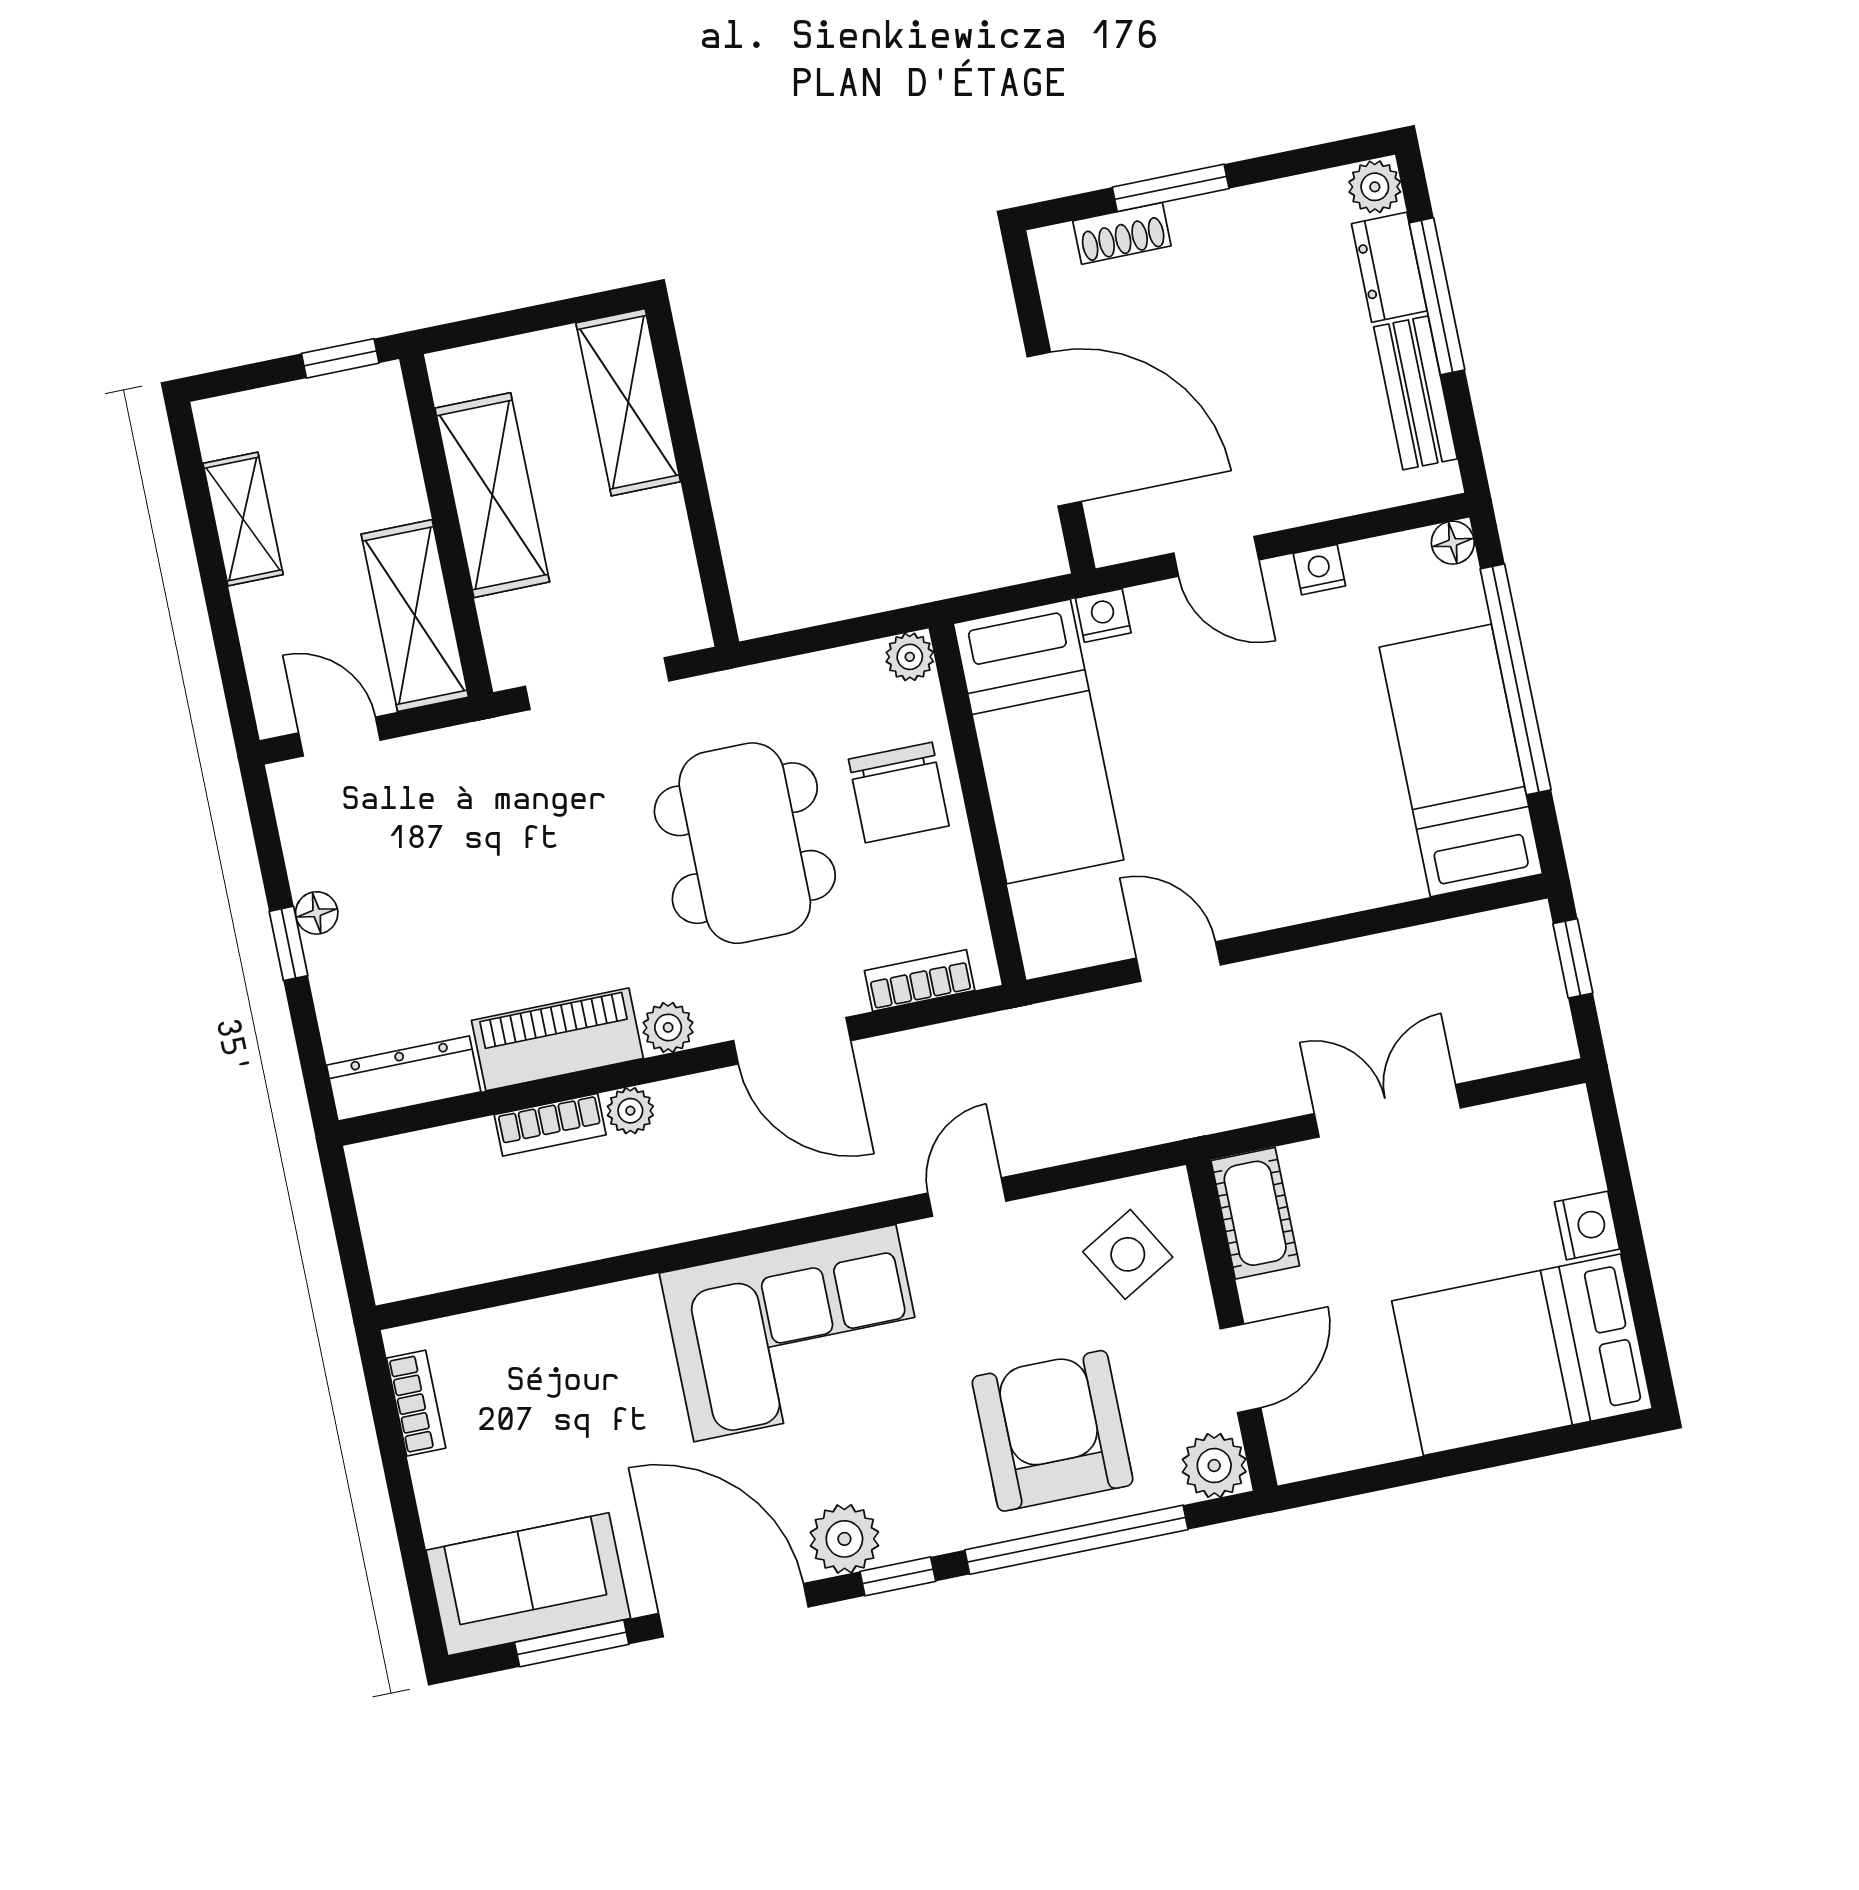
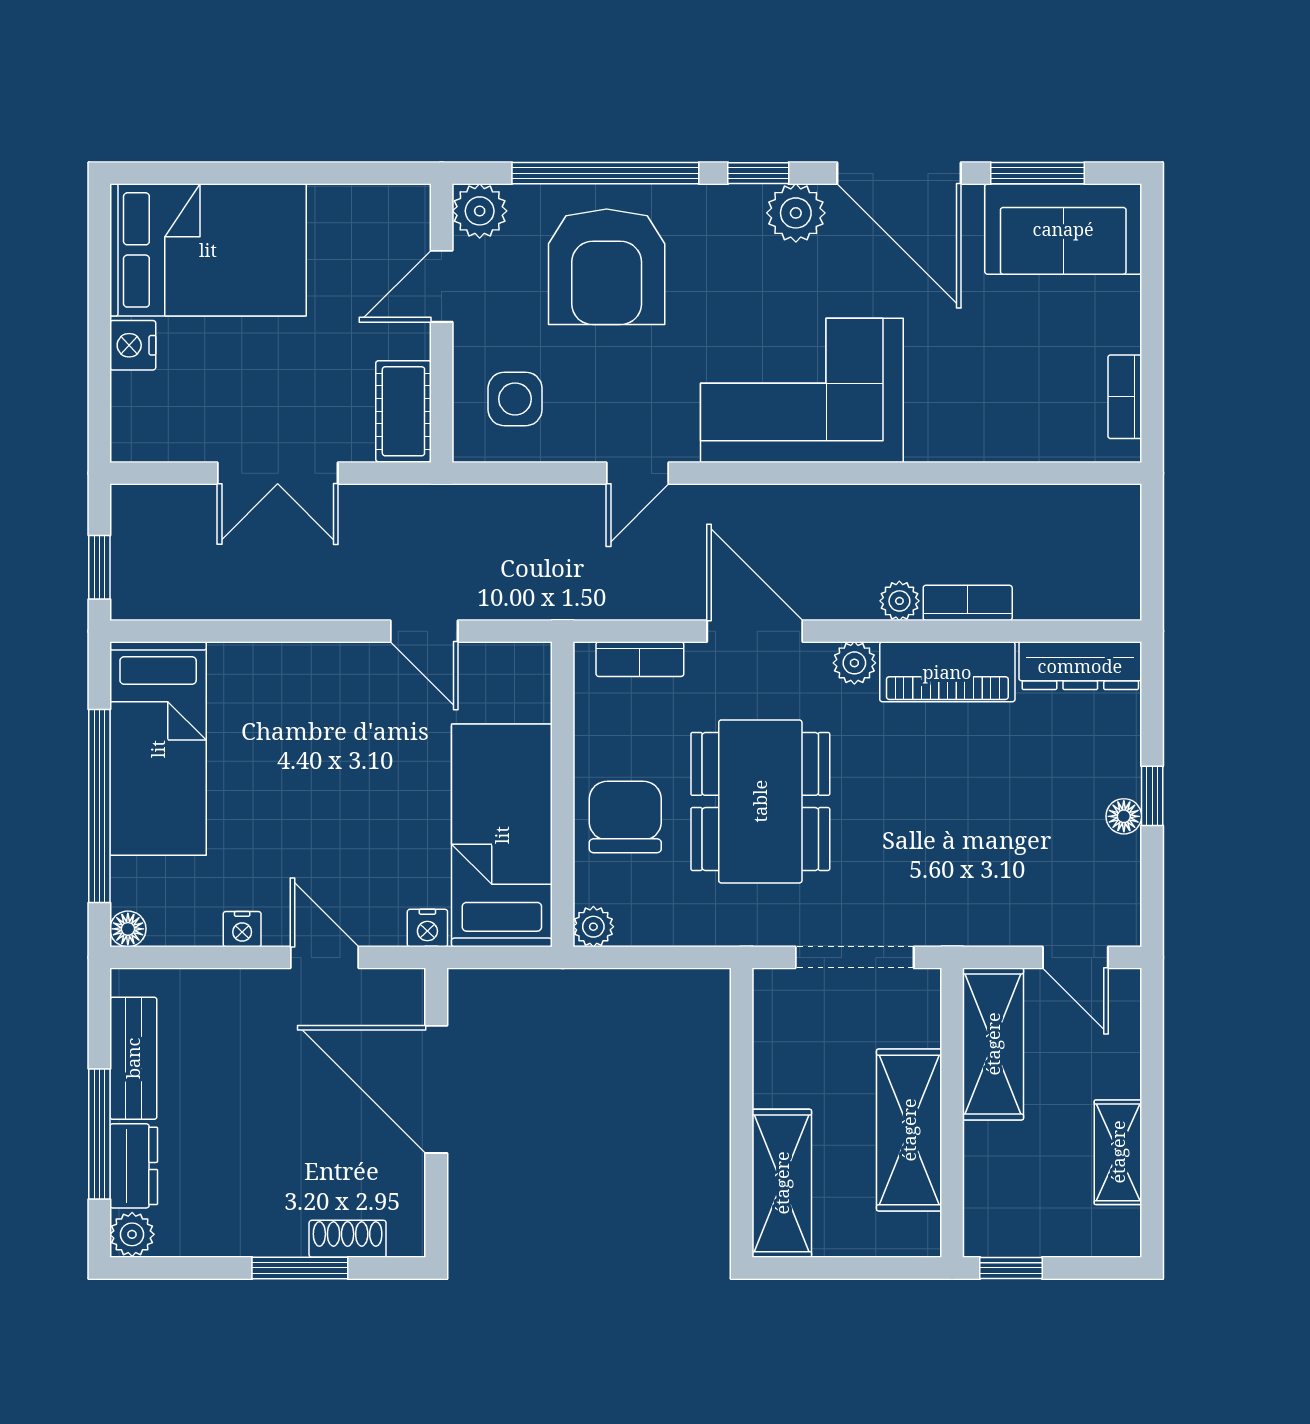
side table: (1128, 1254) -> (515, 399), turned 30

